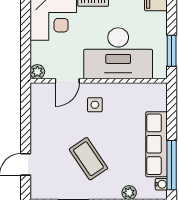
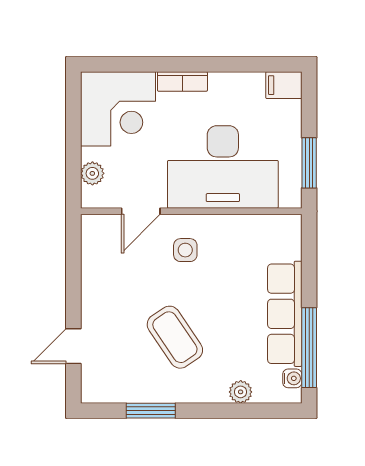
plant: (37, 72) -> (92, 173), moved

